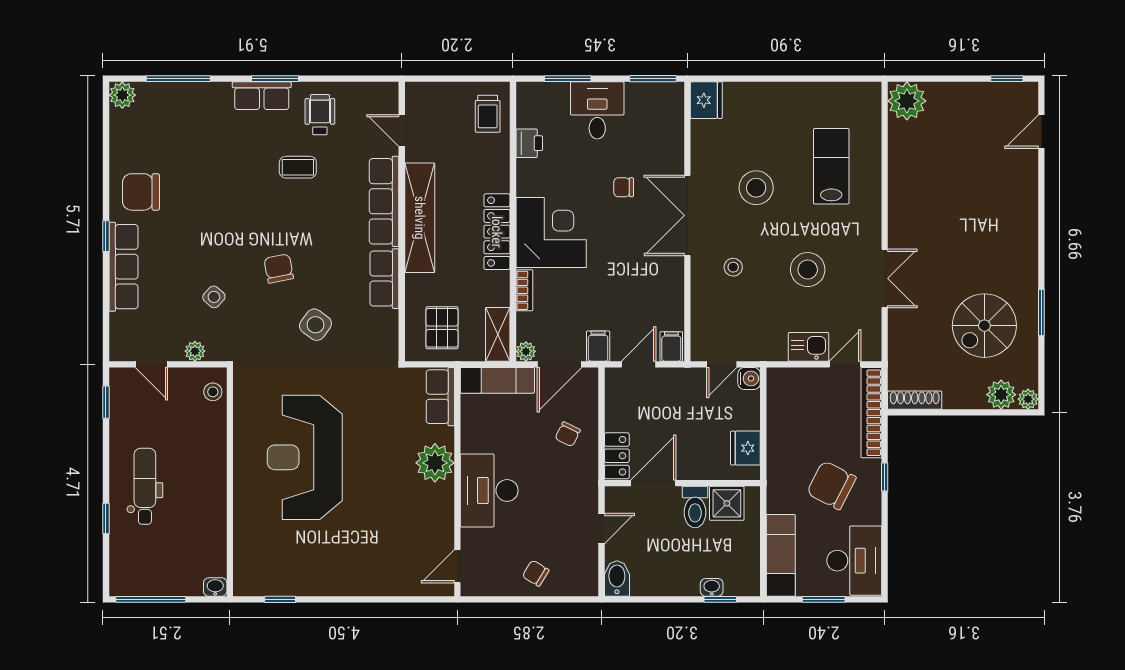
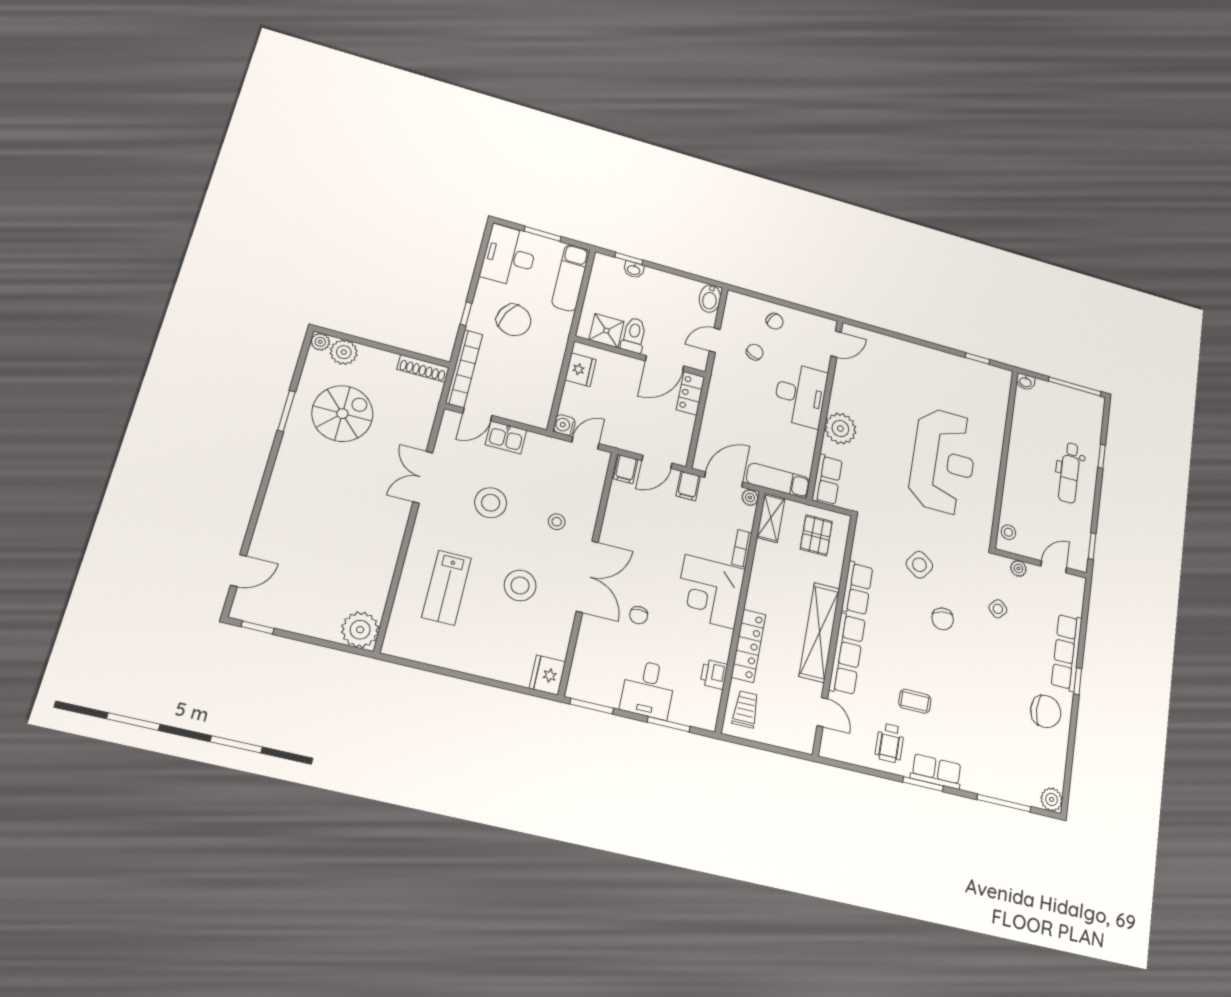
chair: (624, 187) -> (639, 615), turned 90
locker: (497, 232) -> (748, 646), moved
door: (151, 364) -> (1054, 567), hinge flipped
chair: (568, 434) -> (755, 352), moved

